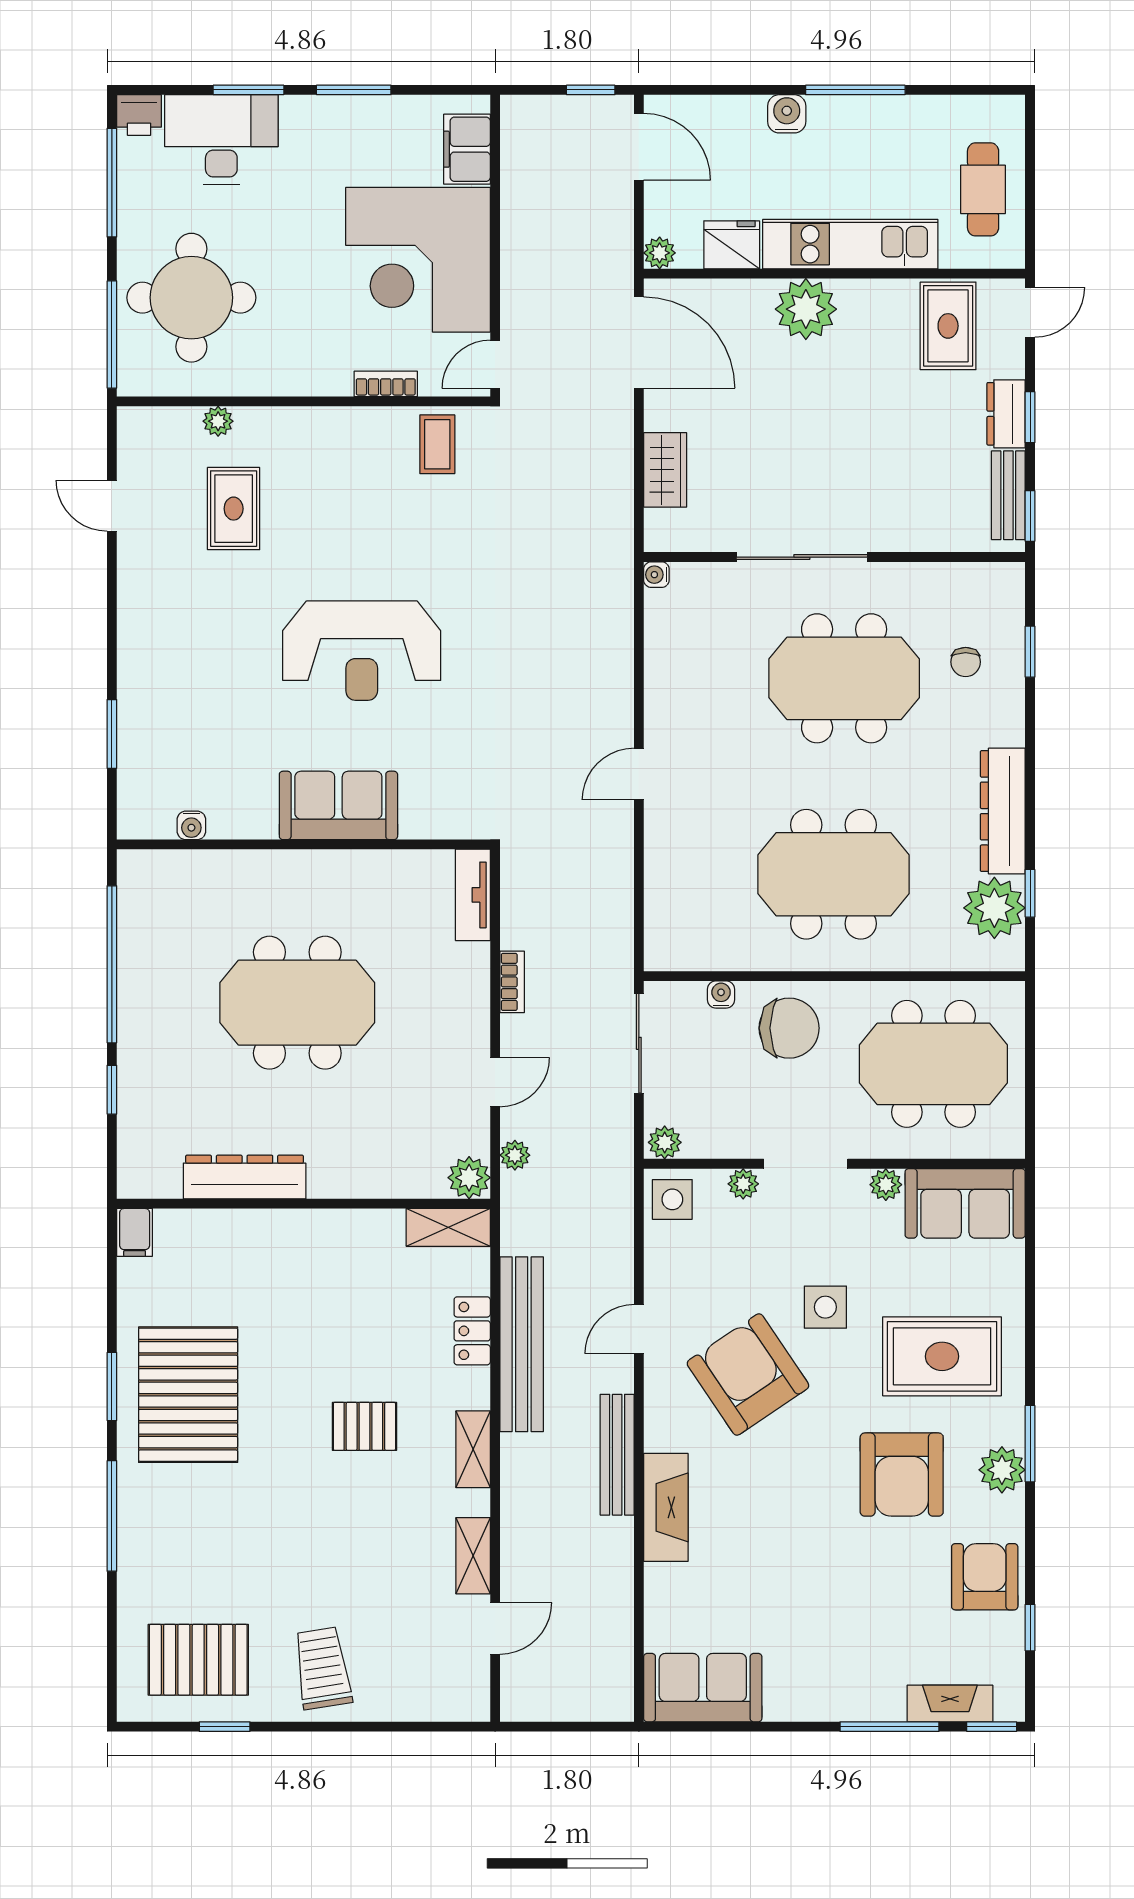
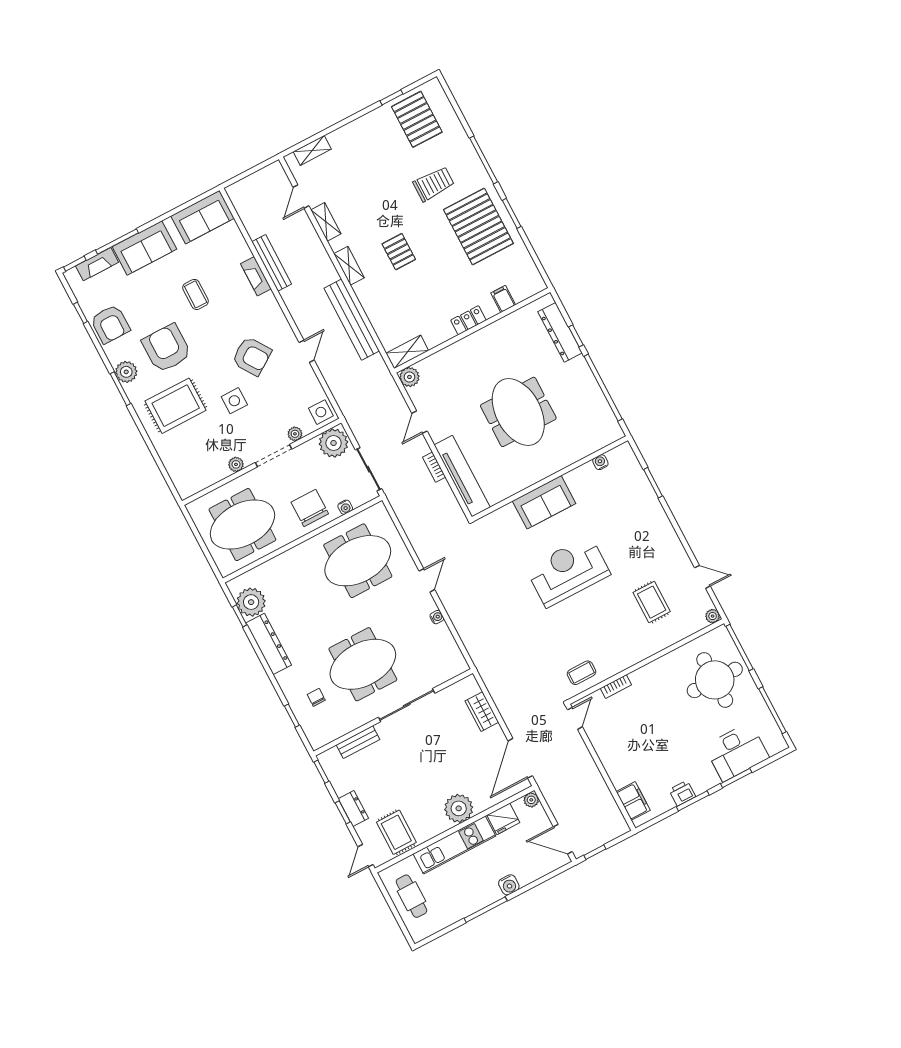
printer: (139, 115) -> (682, 793), moved
corner desk: (418, 260) -> (629, 745), removed
door: (639, 343) -> (520, 758), hinge flipped
plant: (218, 421) -> (713, 616), moved
coffee table: (437, 444) -> (581, 673), turned 90
bench: (1008, 495) -> (358, 742), moved, turned 90
water cooler: (656, 575) -> (437, 617), moved
meeting table: (834, 874) -> (358, 561), moved
tv unit: (473, 895) -> (462, 476), width x1.92, depth x1.29
meeting table: (297, 1003) -> (518, 412), turned 90
chair: (789, 1028) -> (310, 508), turned 90
plant: (665, 1142) -> (334, 443), width x1.87, depth x1.87
plant: (515, 1155) -> (395, 396), removed
dresser: (245, 1177) -> (560, 332), moved, turned 90
sofa: (965, 1203) -> (144, 248), moved, turned 180
filing cabinet: (135, 1232) -> (503, 299), moved
locker: (472, 1331) -> (468, 320), moved, turned -90
armchair: (748, 1375) -> (252, 356), width x0.73, depth x0.73
pallet: (364, 1426) -> (399, 252), turned 90
bench: (617, 1455) -> (272, 263), moved
fireplace: (666, 1507) -> (256, 276), width x0.73, depth x0.76
coffee table: (793, 1548) -> (196, 294), added
pallet: (198, 1660) -> (417, 119), turned 90
trolley: (322, 1668) -> (434, 184), moved, turned -81
shelving: (428, 1705) -> (312, 150), added

